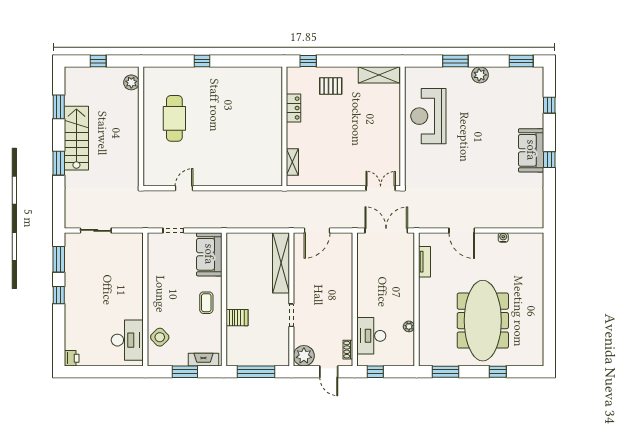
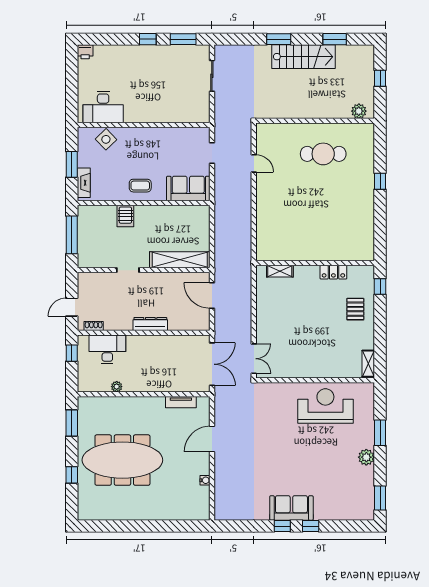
shelving: (379, 75) -> (368, 364), width x0.67, depth x0.75
window: (549, 105) -> (311, 526), moved
dresser: (346, 292) -> (150, 324), added
plant: (304, 356) -> (88, 282), removed

